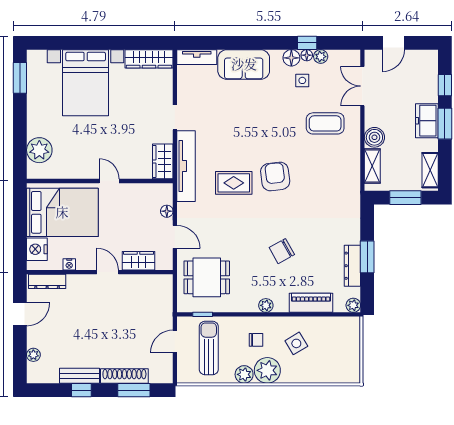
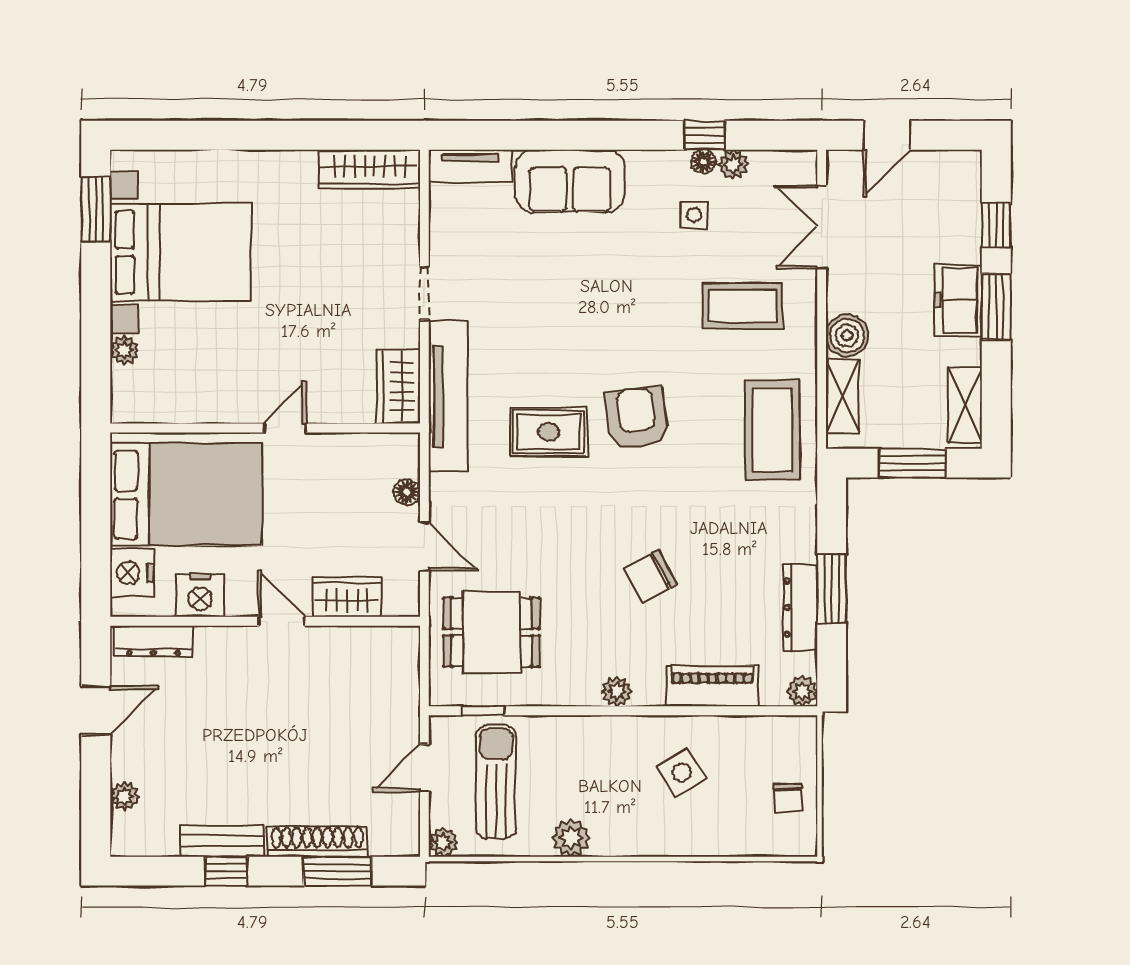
floor lamp: (291, 58) -> (671, 167), removed
bed with nightstands: (86, 83) -> (180, 252), moved, turned -90
plant: (39, 150) -> (124, 350), width x0.53, depth x0.53
door: (109, 181) -> (285, 428), hinge flipped
coffee table: (339, 182) -> (772, 430), added
nightstand: (69, 264) -> (200, 595), width x1.89, depth x1.79
chair: (256, 340) -> (788, 798), moved, turned 88
plant: (267, 370) -> (443, 842), moved, width x0.53, depth x0.53

